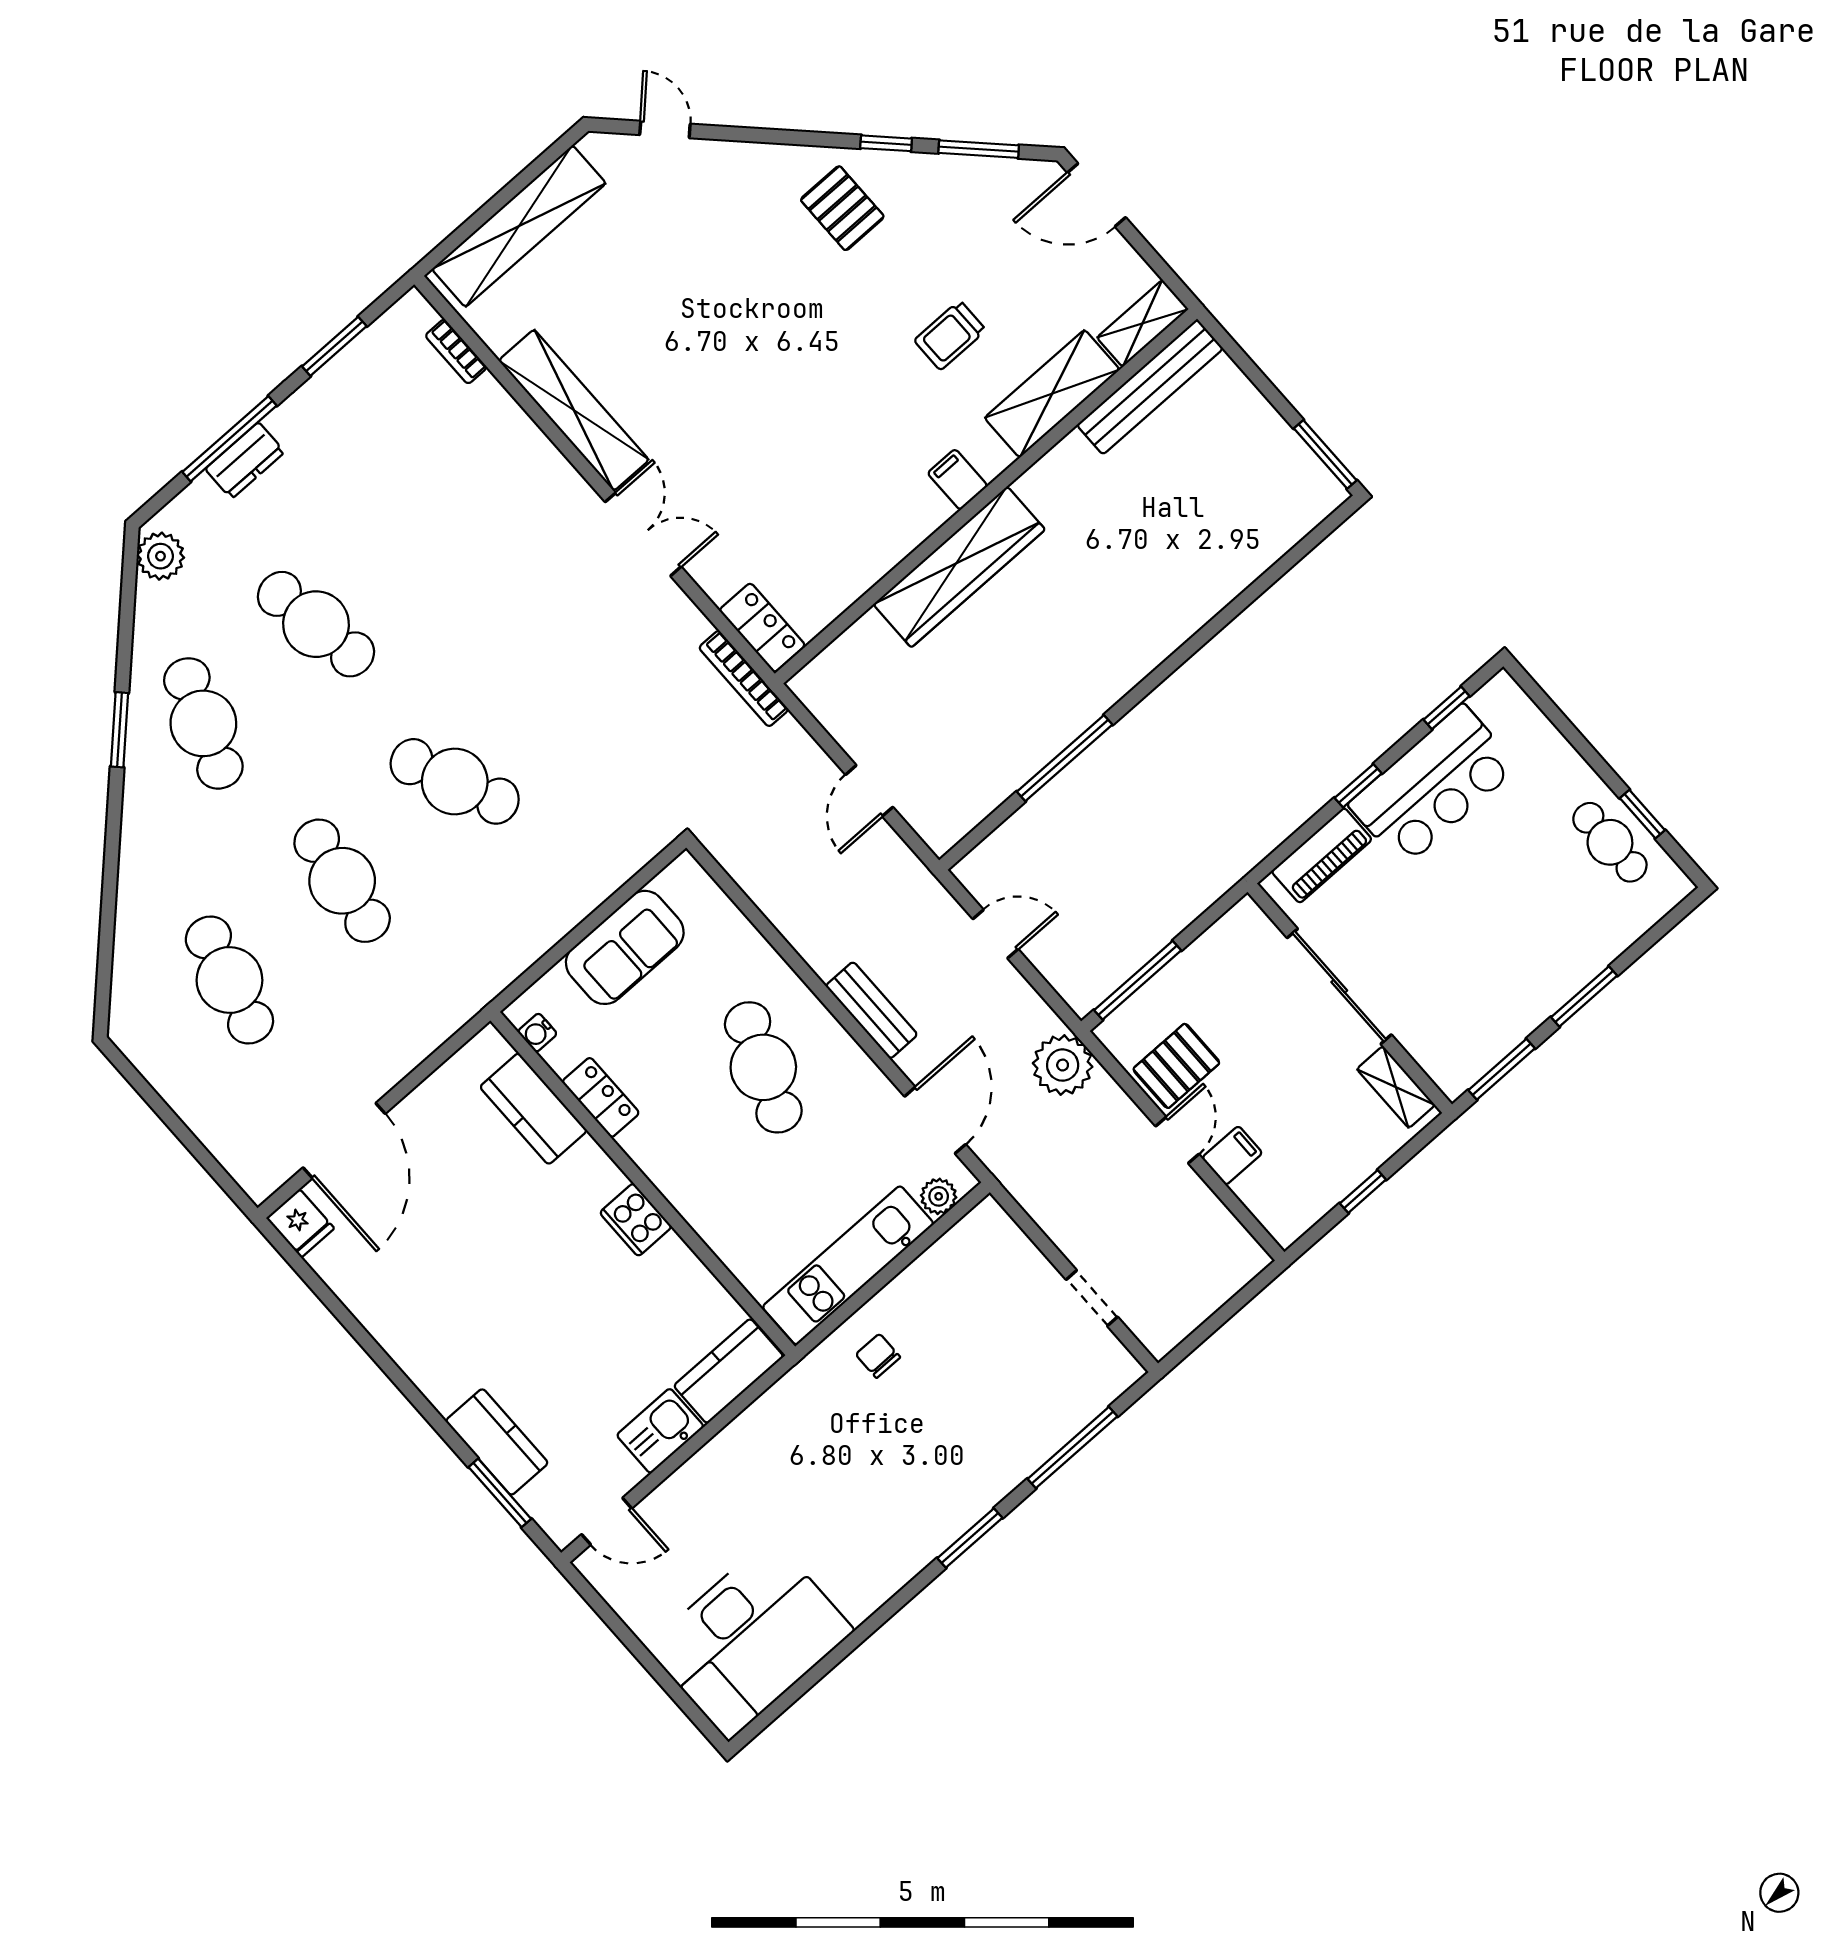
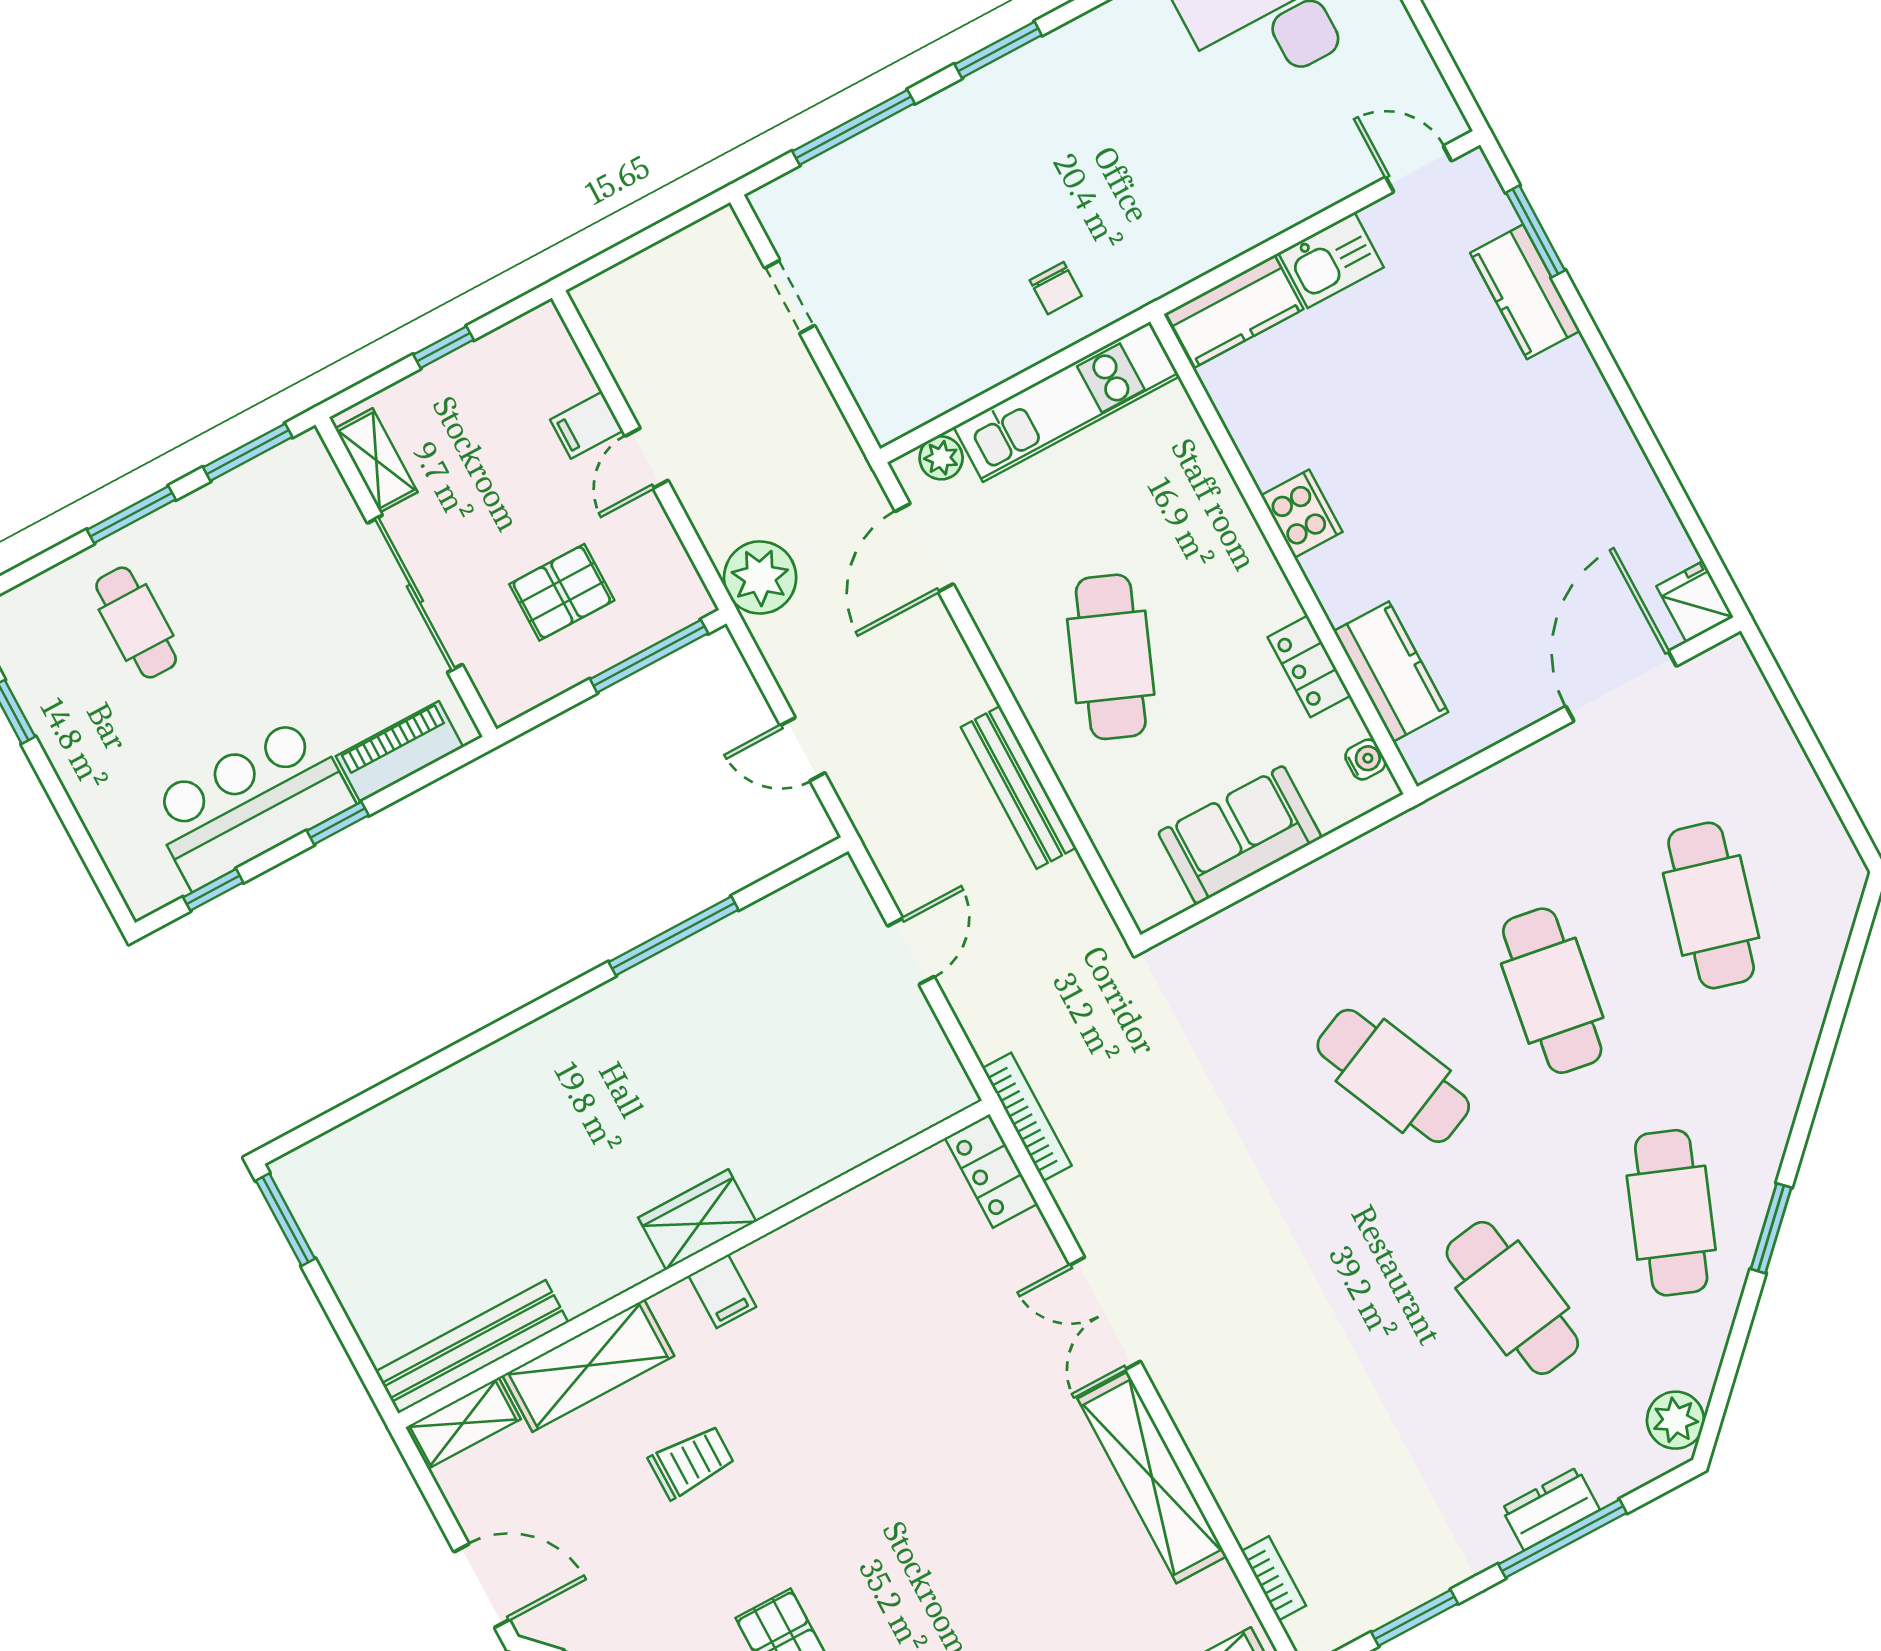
wardrobe: (959, 567) -> (697, 1220), width x0.48, depth x0.85
cafe table: (1610, 842) -> (136, 623), moved
bench: (872, 1010) -> (1019, 787), moved, width x1.36
pallet: (1176, 1066) -> (562, 592), moved

